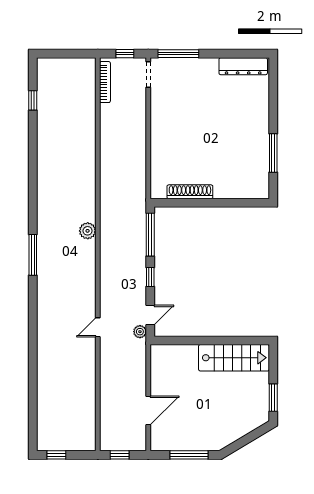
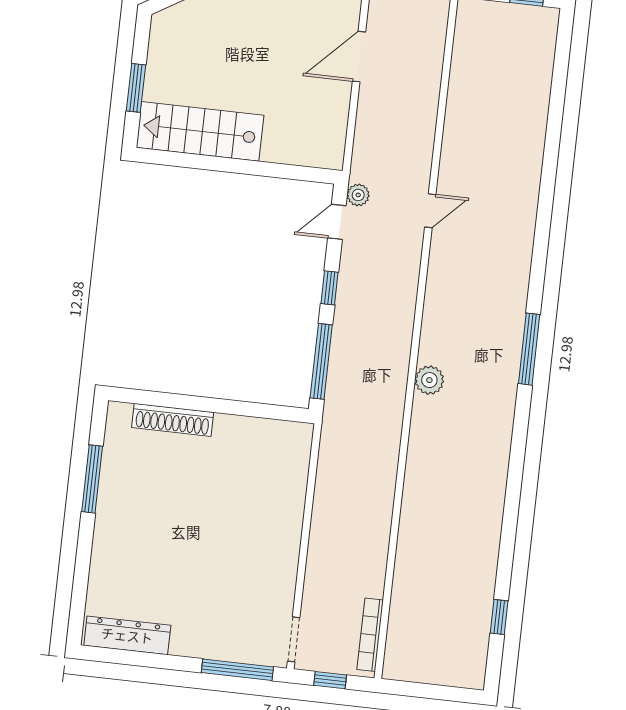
shoe rack: (190, 192) -> (173, 420), moved
window: (273, 398) -> (136, 88), moved

